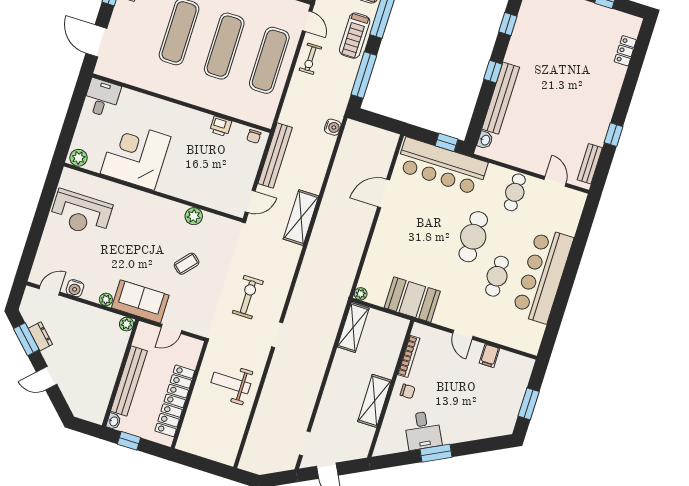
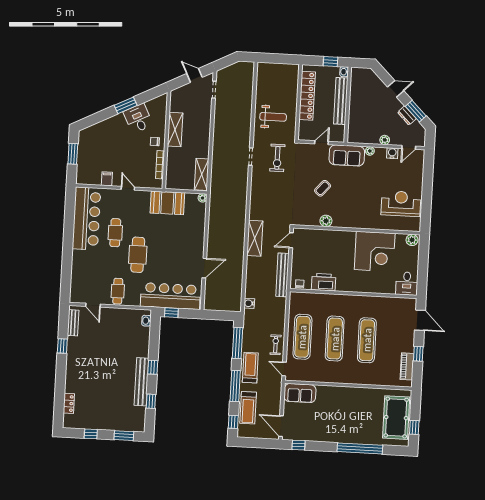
bench: (501, 98) -> (141, 382), moved
printer: (221, 126) -> (324, 282), width x1.87, depth x1.48
bar counter: (543, 276) -> (86, 218), moved
exercise bike: (248, 297) -> (277, 158), moved
plant: (126, 324) -> (385, 140), moved

